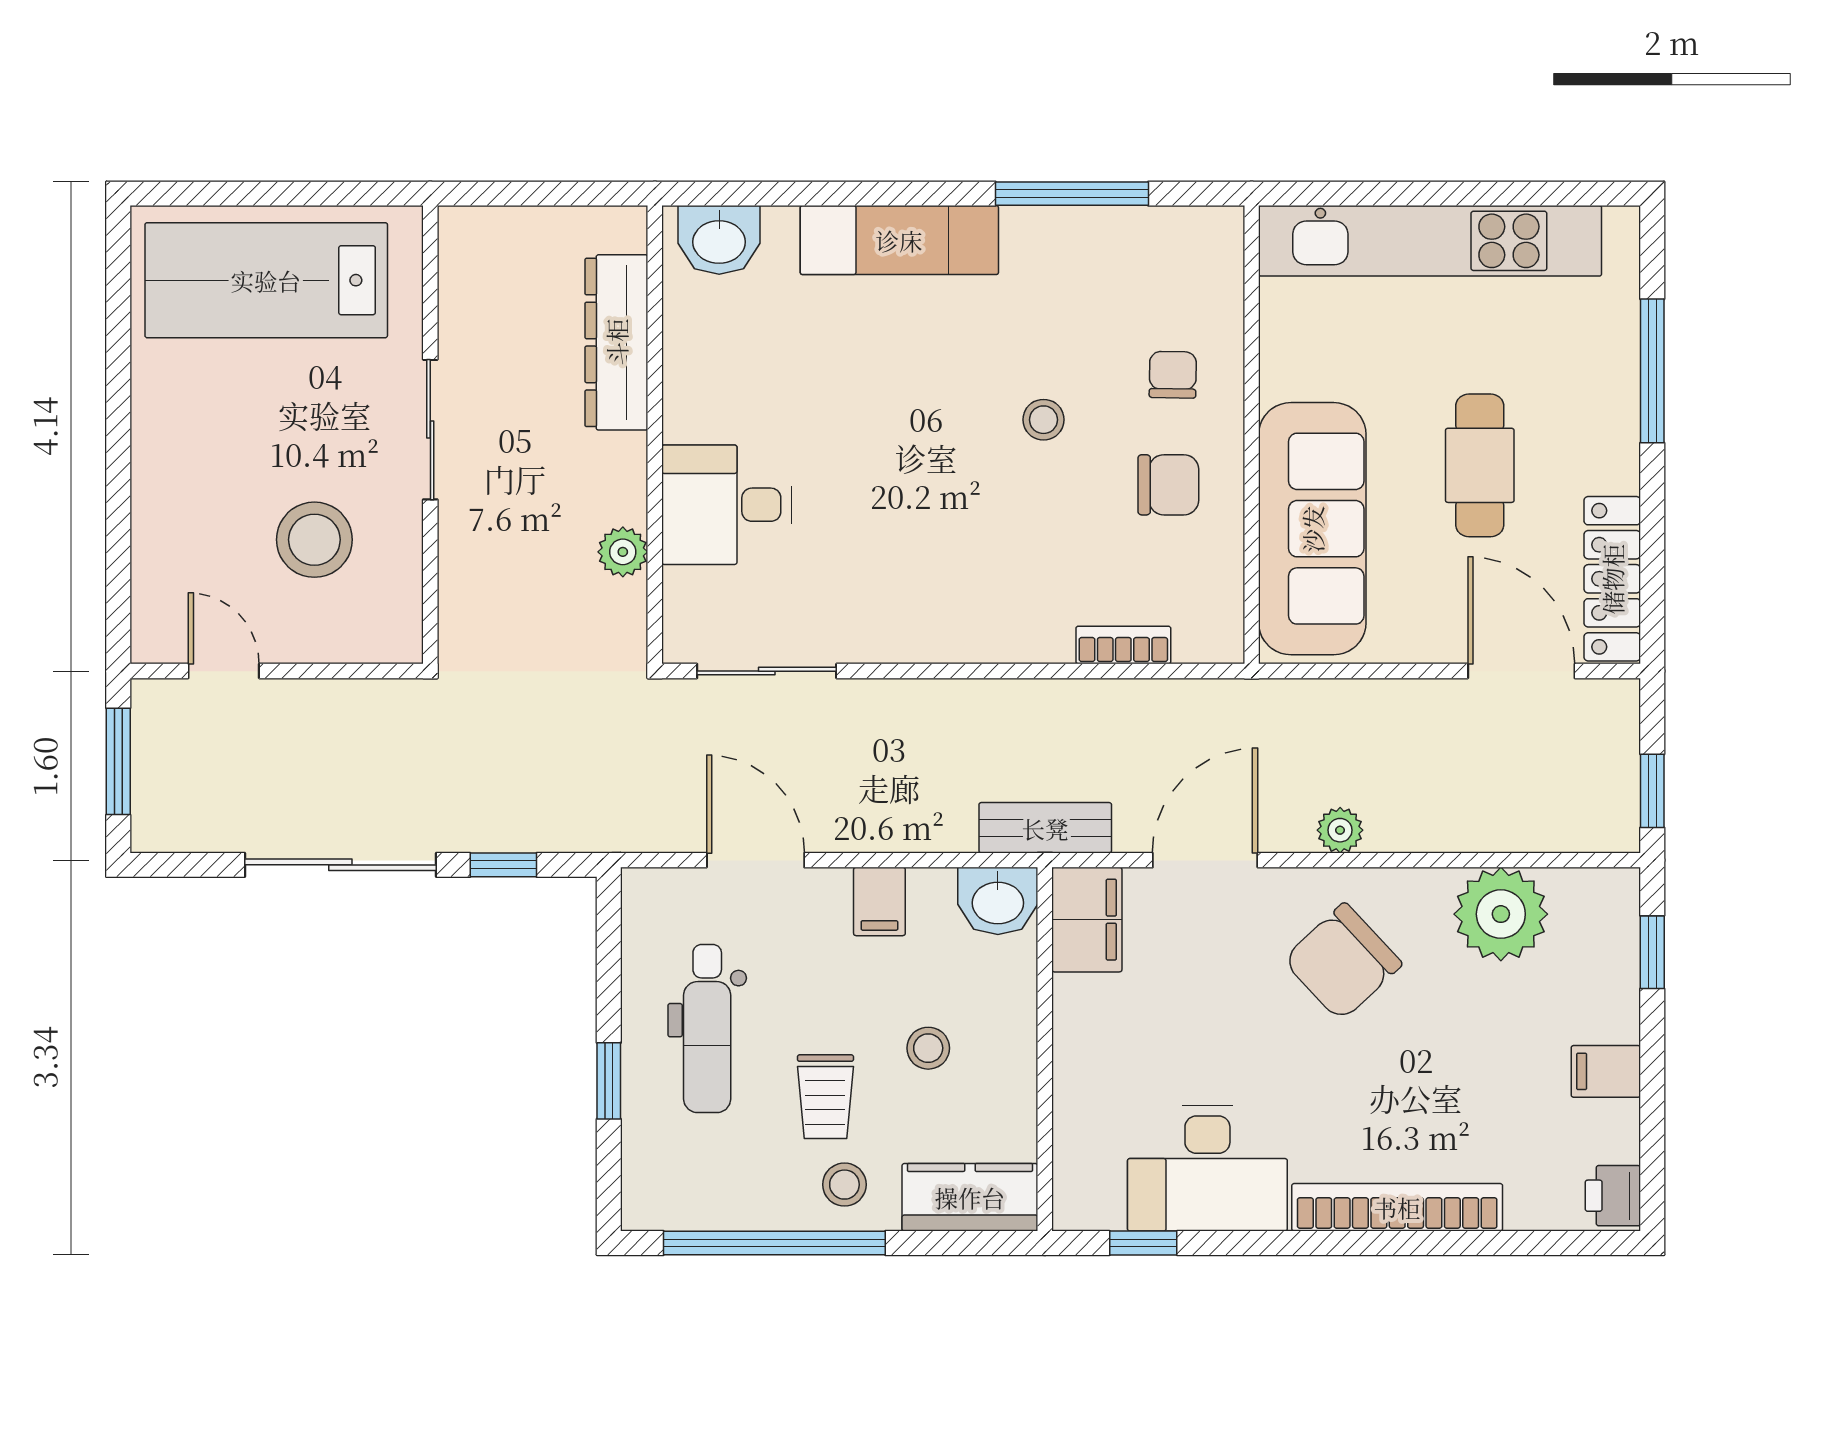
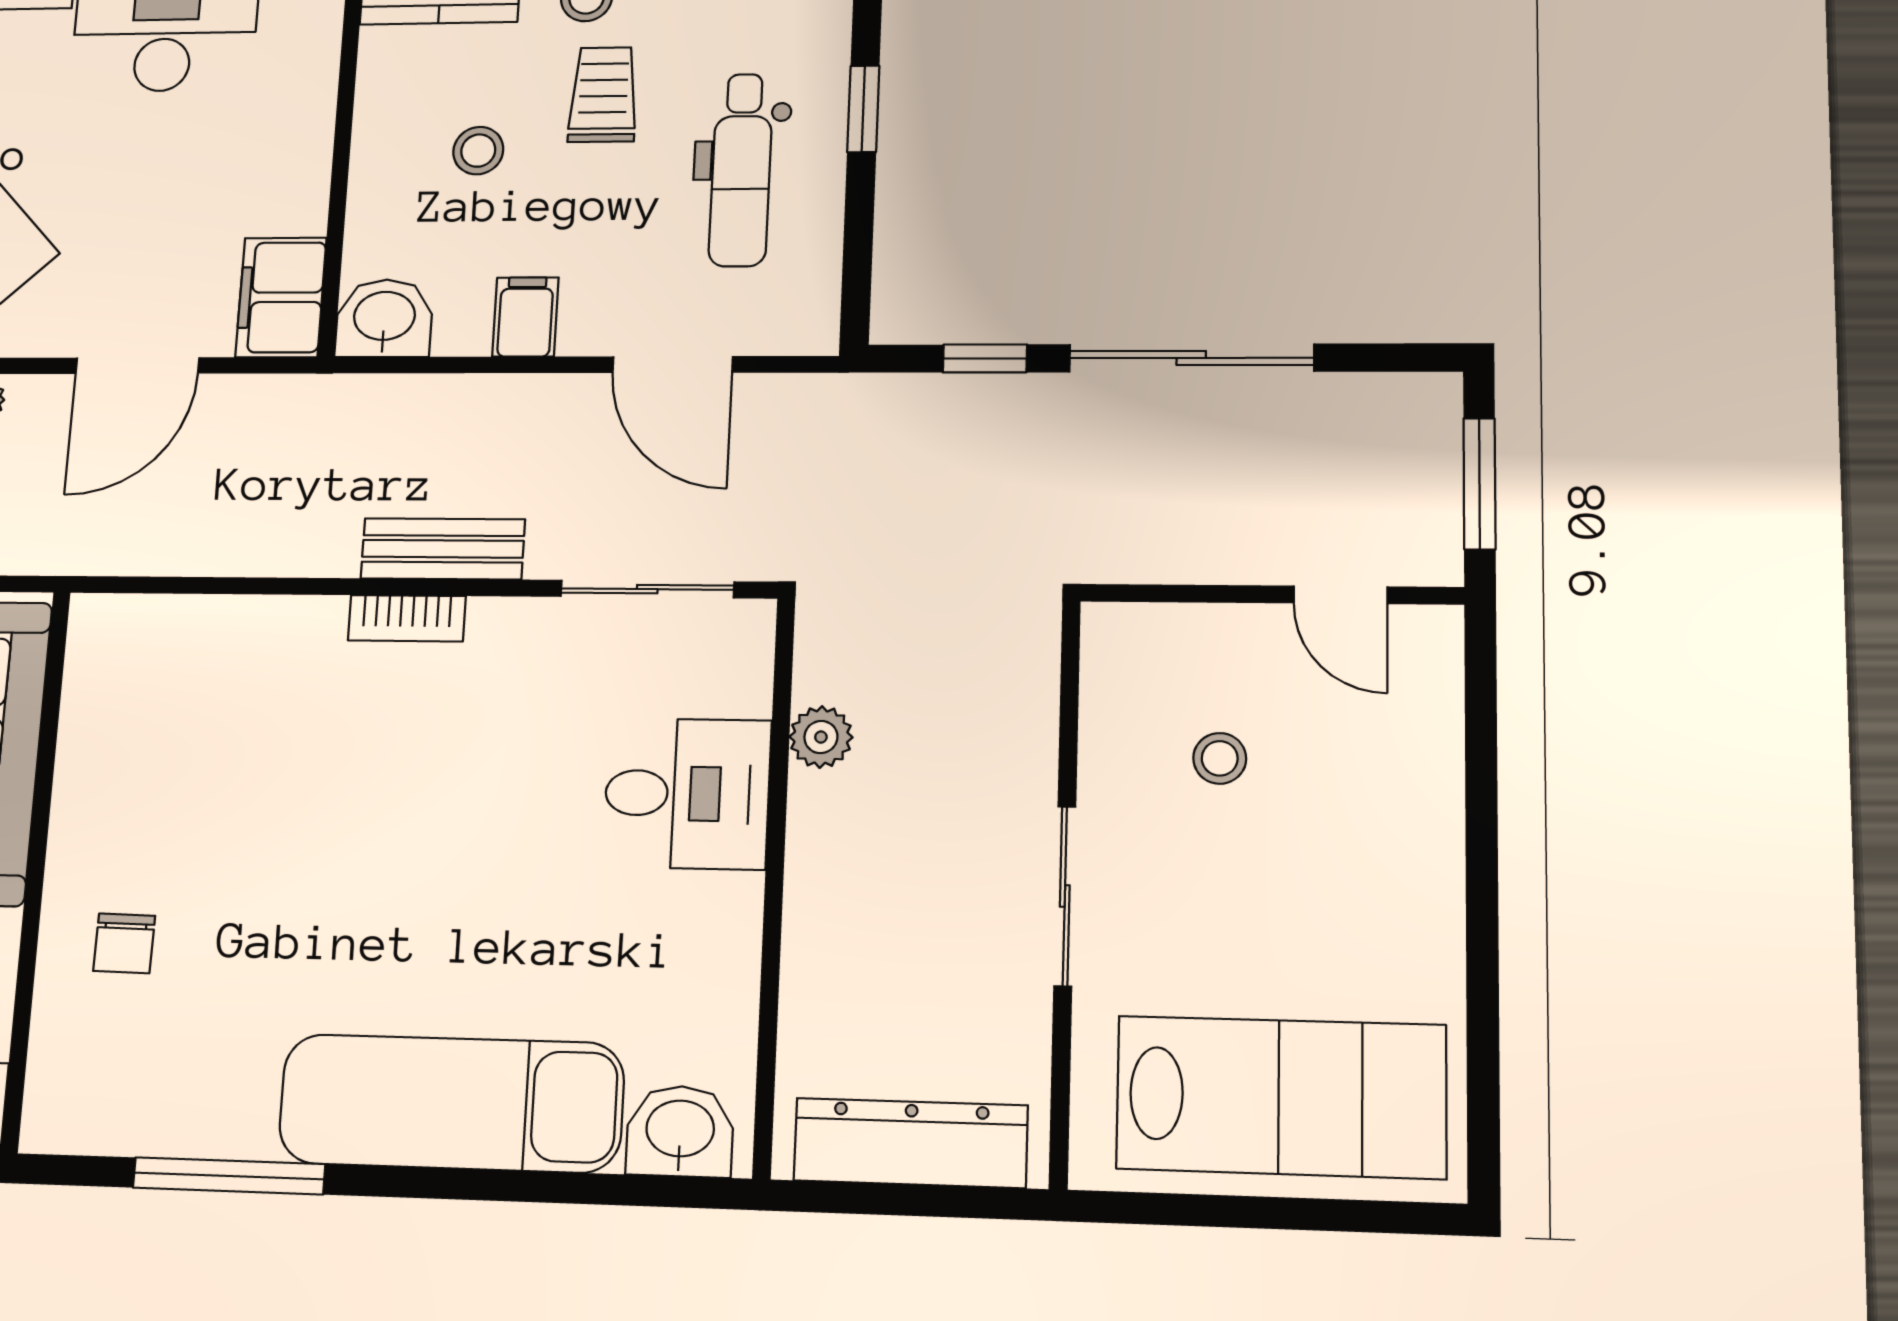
exam couch: (899, 240) -> (451, 1103), width x1.36, depth x1.45
dresser: (616, 342) -> (911, 1143), moved, turned -90
stool: (1043, 420) -> (286, 891), removed
chair: (1168, 485) -> (141, 808), removed
stool: (314, 540) -> (1220, 758), width x0.53, depth x0.53
bookcase: (1123, 645) -> (407, 618), moved
bench: (1045, 828) -> (443, 549), moved
dental chair: (707, 1029) -> (741, 170), turned 180

